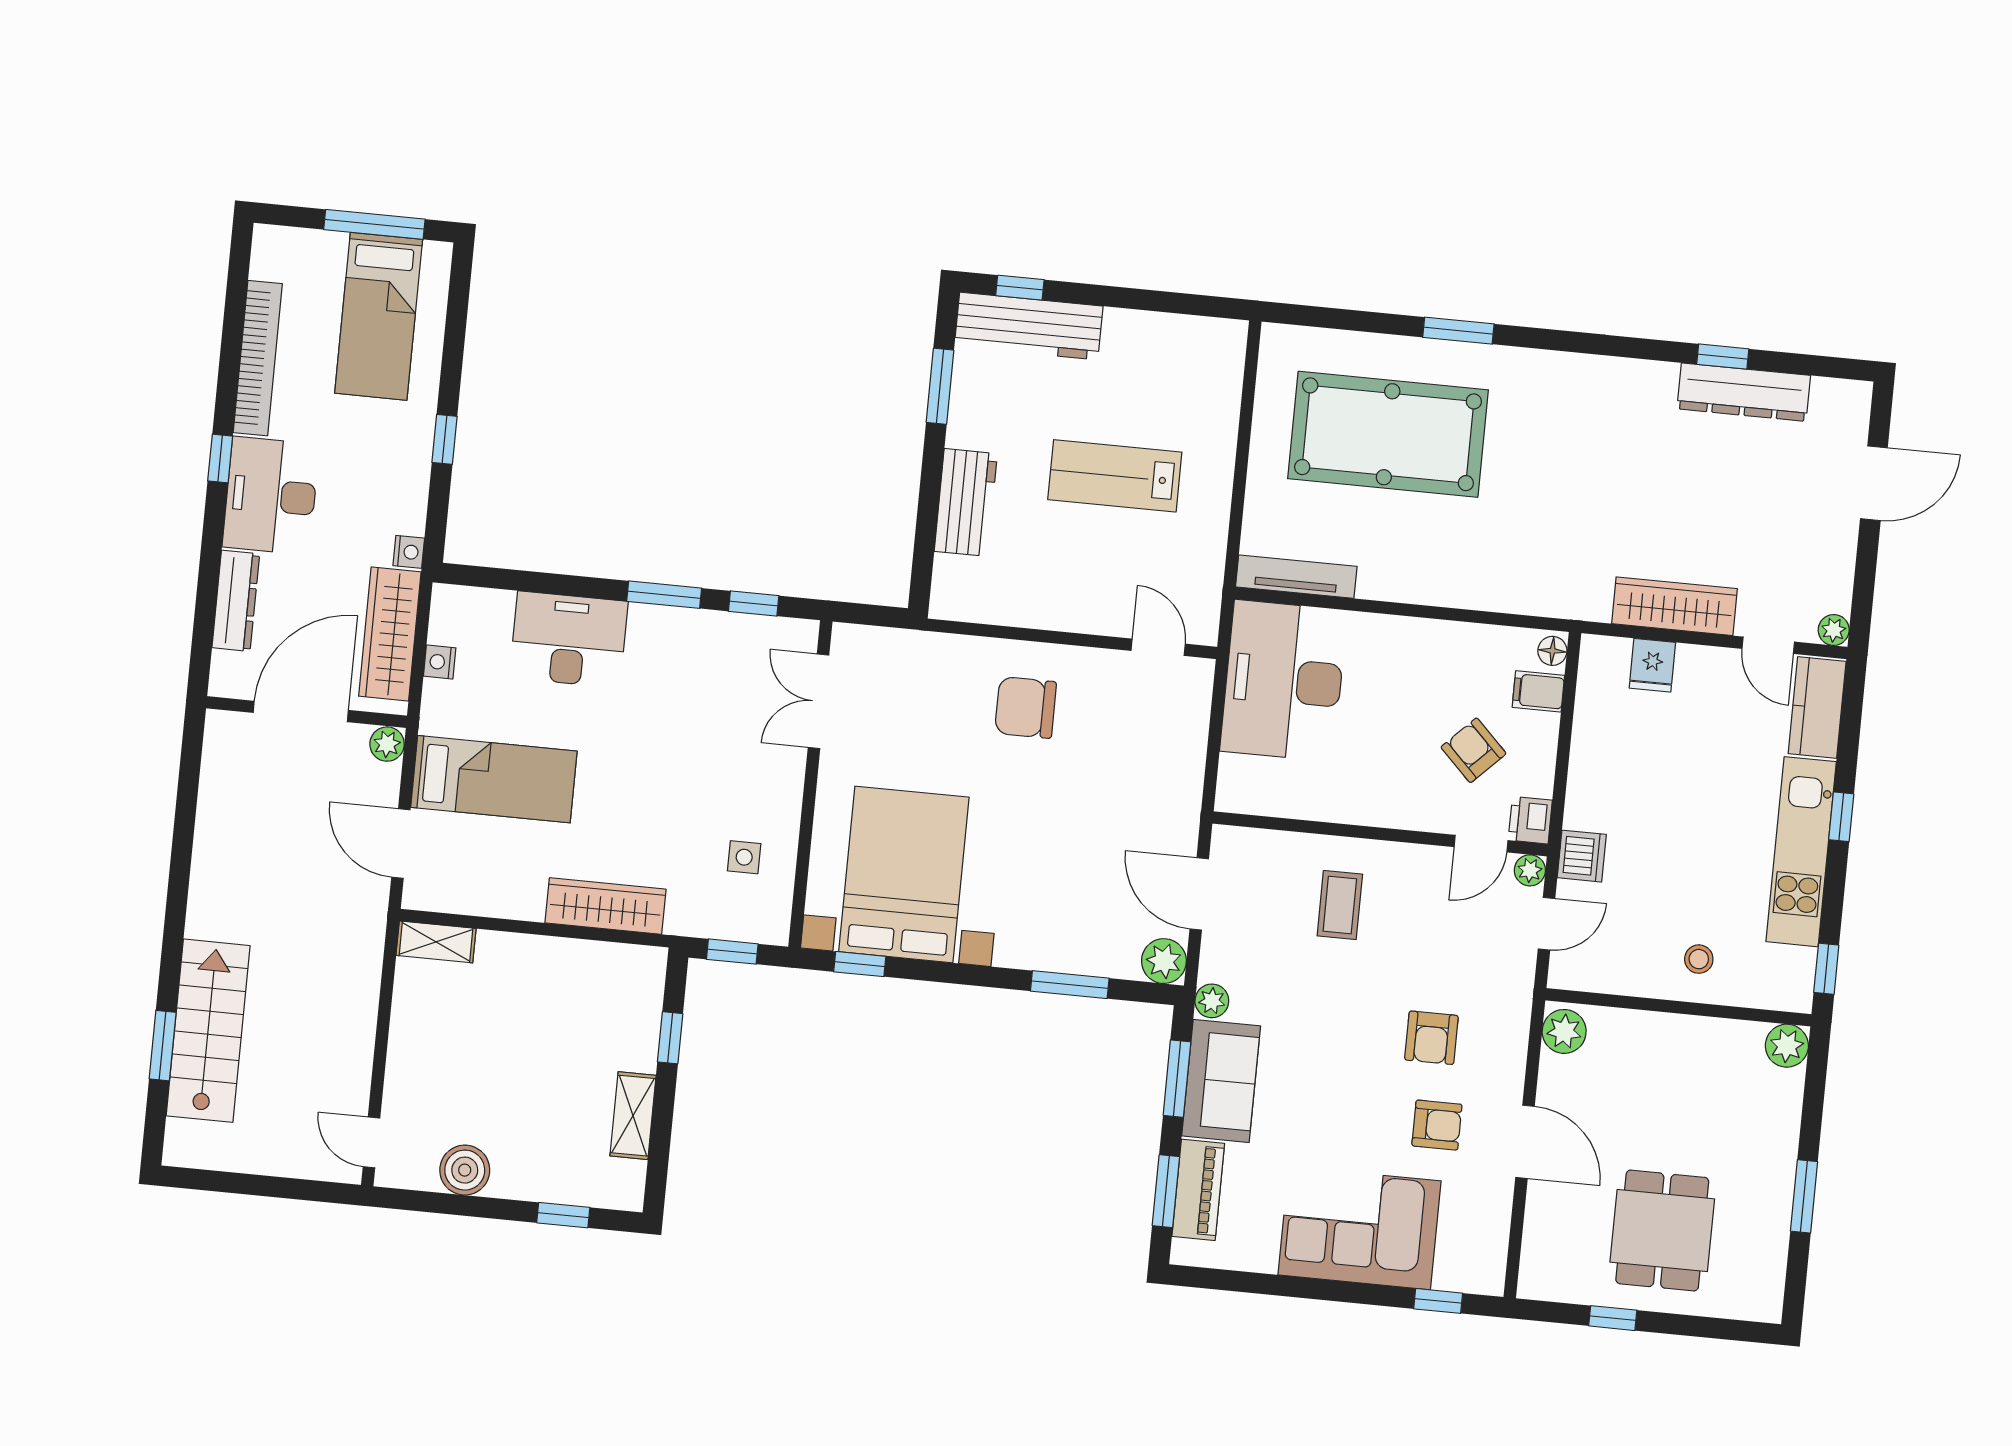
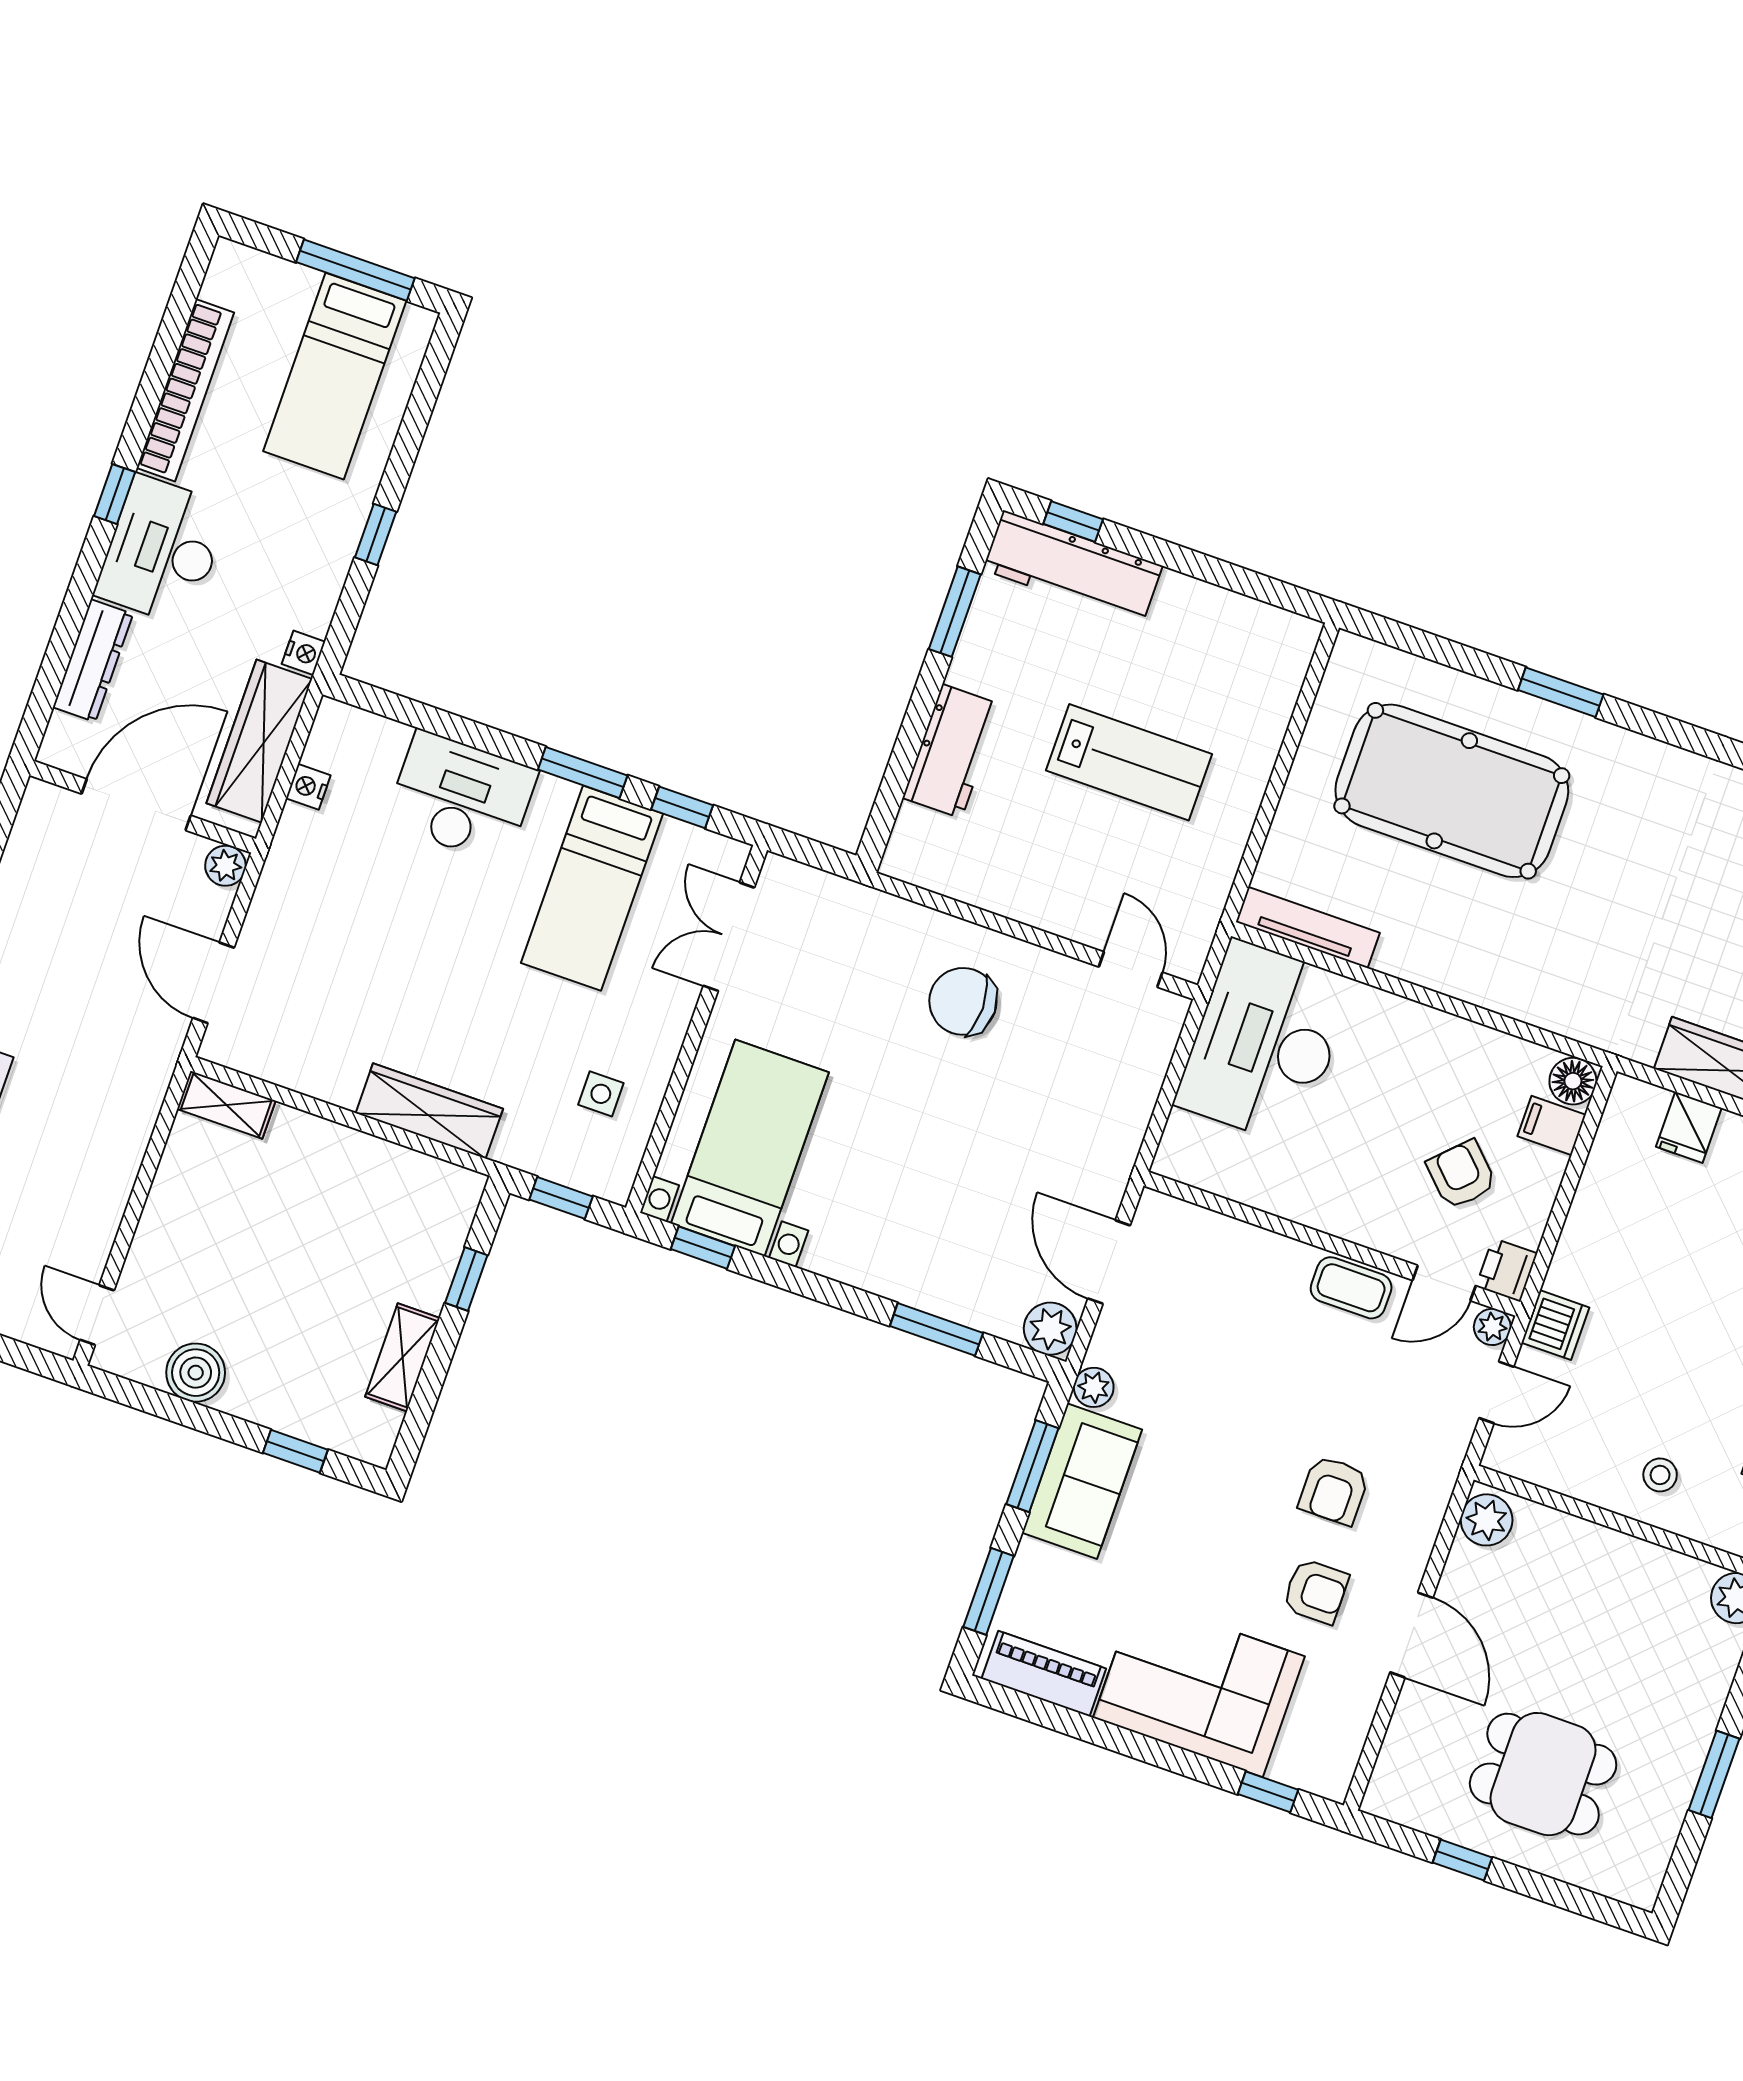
lab bench: (1115, 476) -> (1129, 762), turned 180
floor lamp: (1552, 651) -> (1573, 1081), width x1.37, depth x1.37
bed: (494, 779) -> (592, 888), moved, turned 90
bed with nightstands: (904, 874) -> (750, 1148), width x0.73
coffee table: (1340, 905) -> (1351, 1288), moved, turned 90
piano: (1198, 1190) -> (1044, 1674), moved, turned -90
dining table: (1662, 1231) -> (1543, 1774), turned 90

